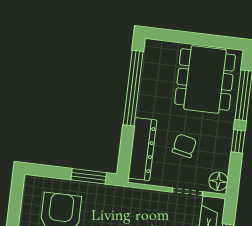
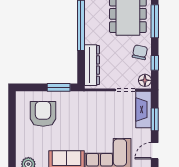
window: (238, 141) -> (155, 63), moved
chair: (184, 146) -> (140, 52), moved

